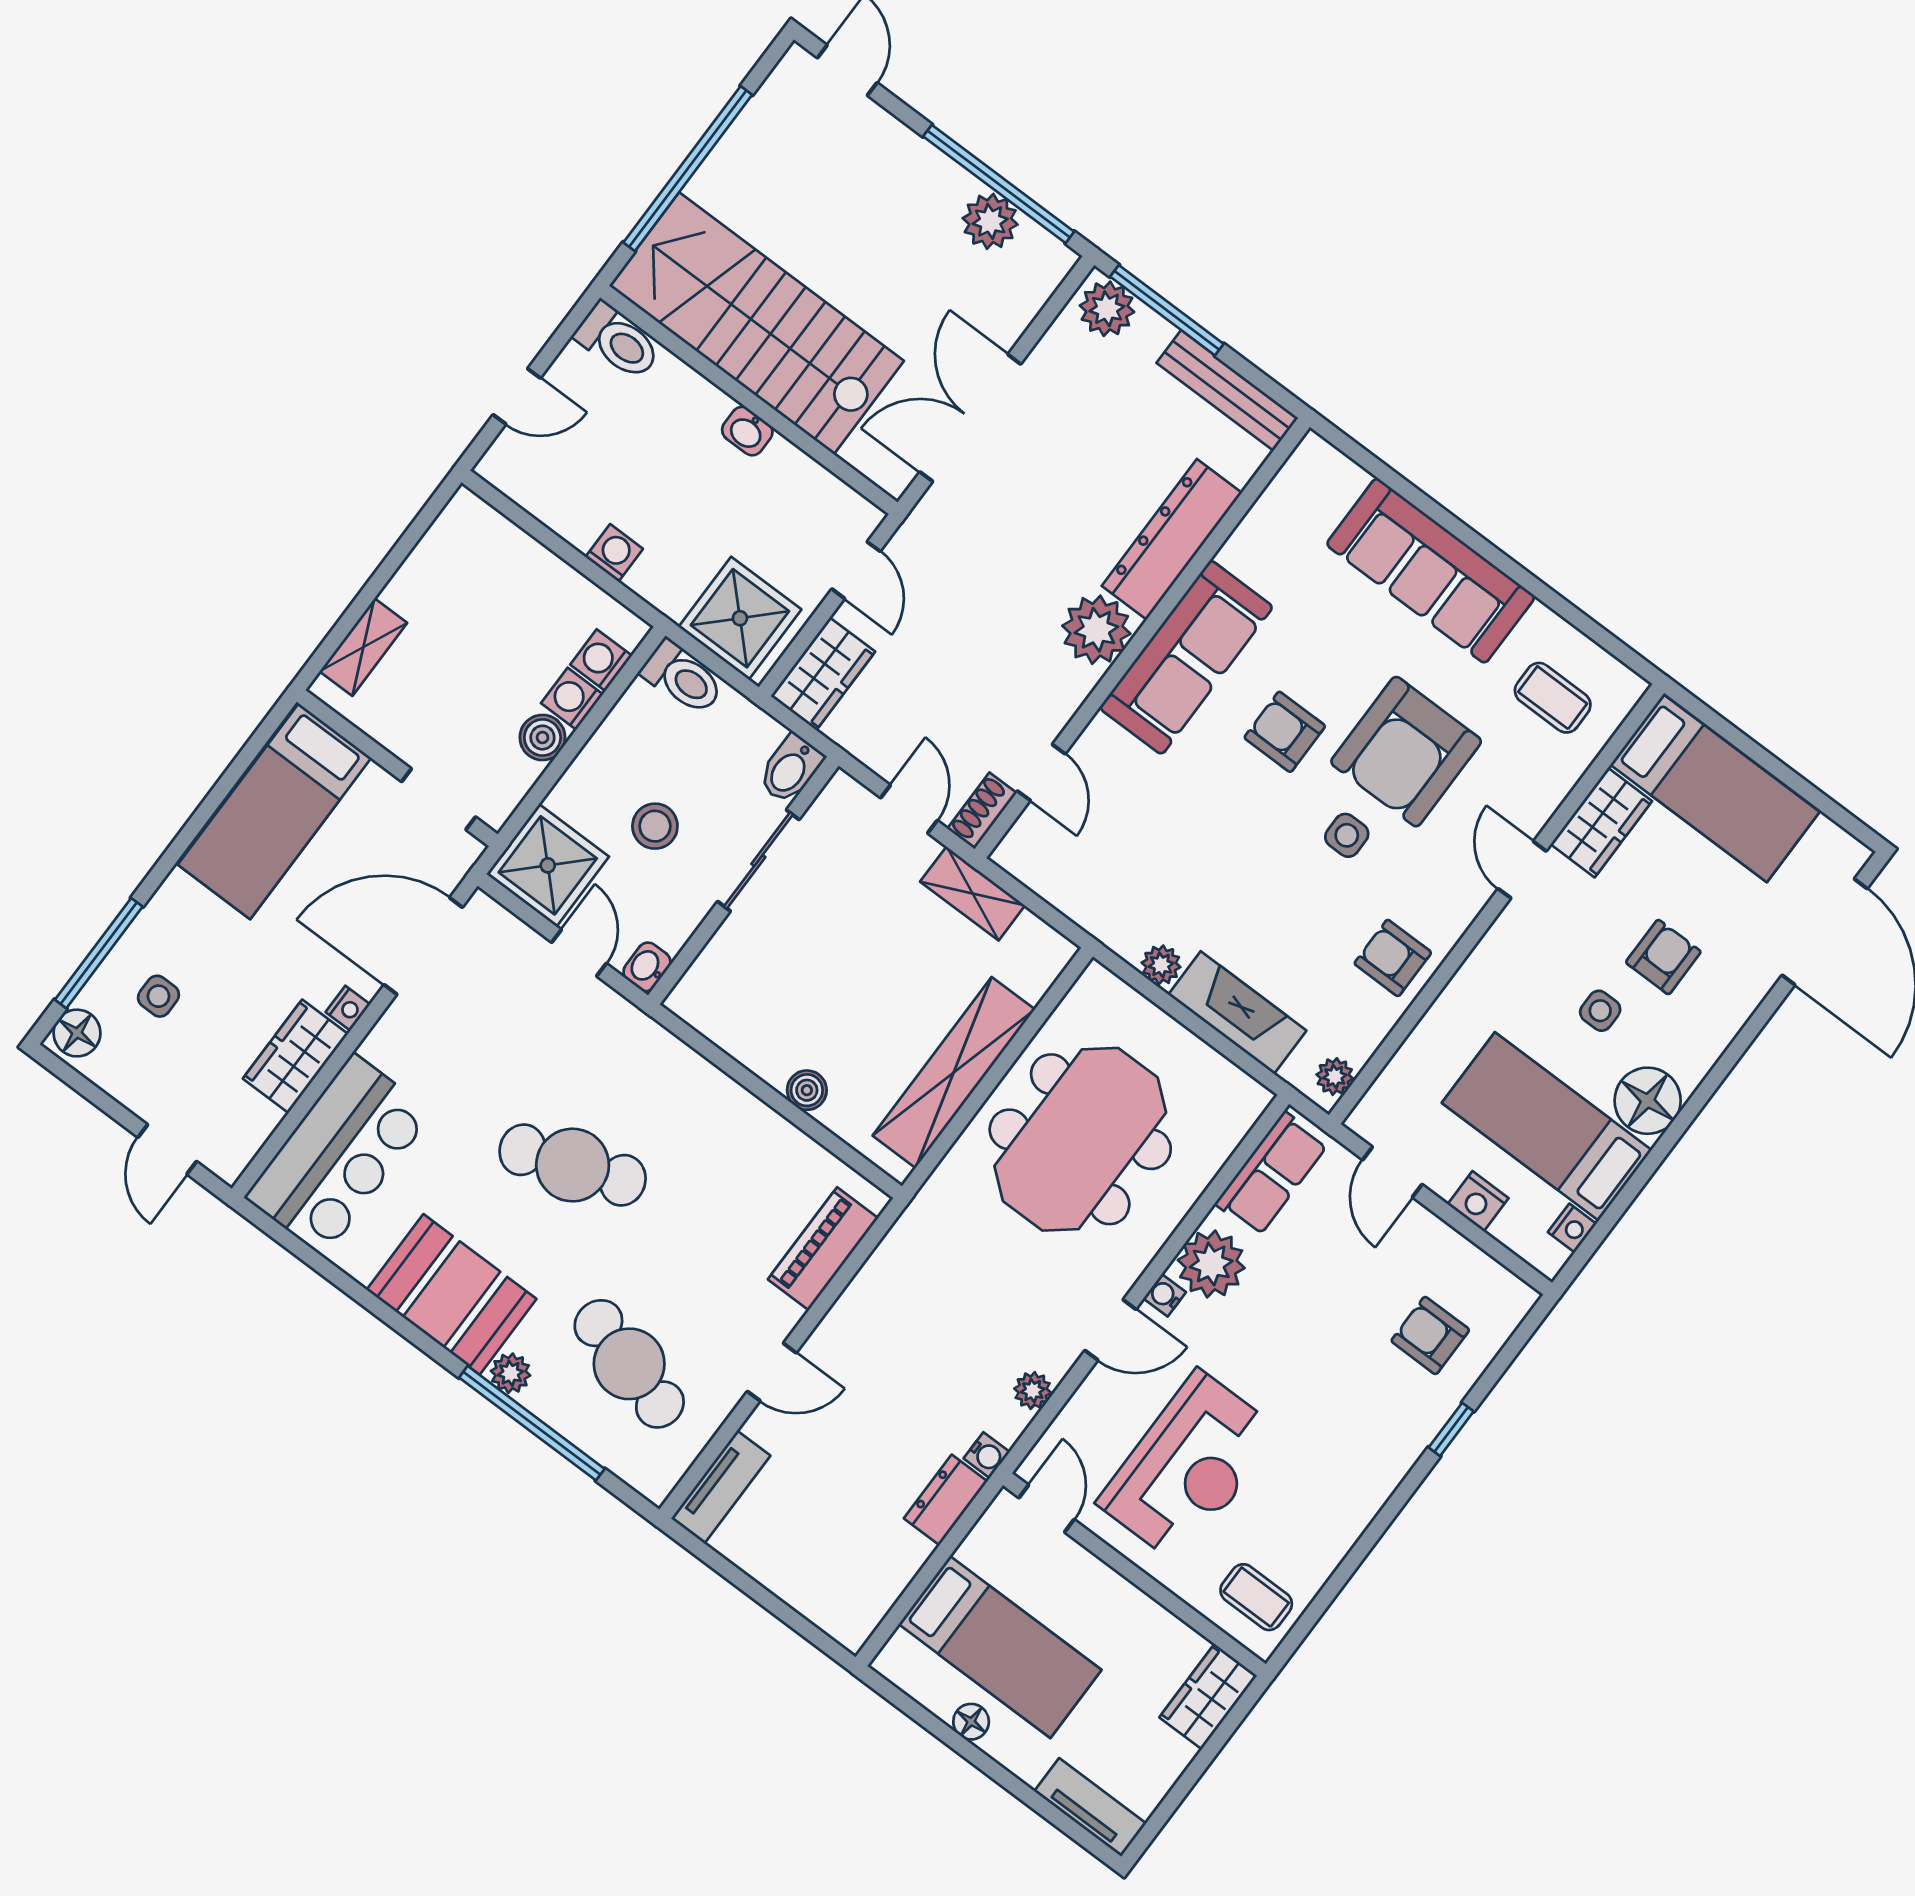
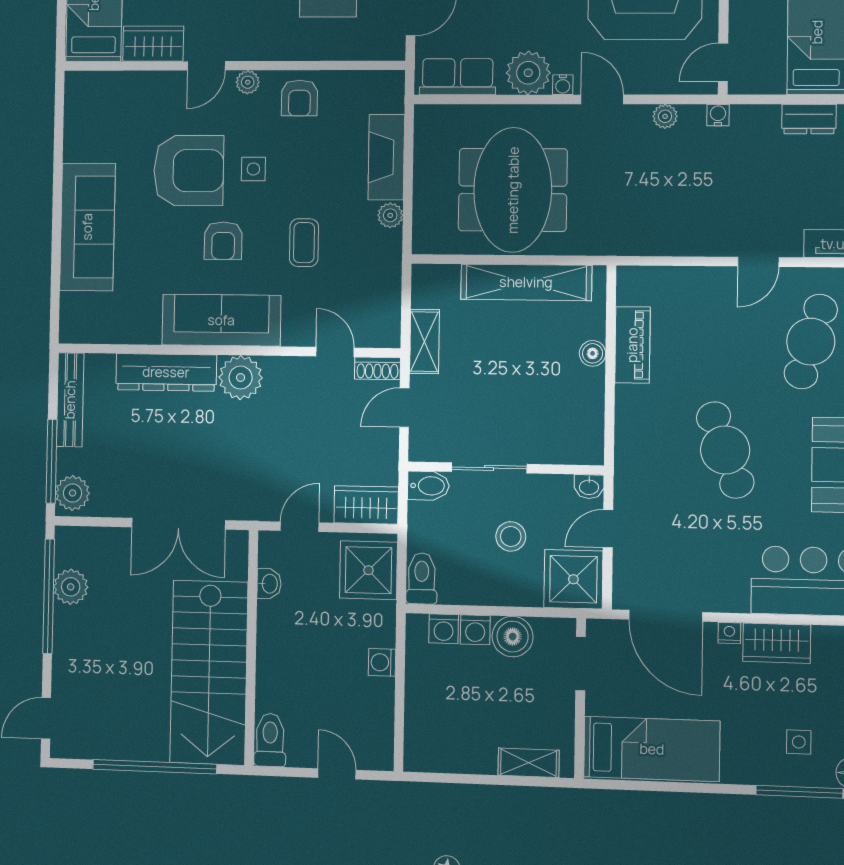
washbasin: (747, 431) -> (269, 584), moved
coffee table: (1553, 698) -> (304, 243), moved
boiler: (542, 738) -> (513, 637), width x1.36, depth x1.36
door: (1041, 772) -> (335, 352), hinge flipped
plant: (1335, 1077) -> (248, 82), moved
meeting table: (1080, 1139) -> (513, 190), turned 90
piano: (823, 1249) -> (632, 345), moved, turned -90
door: (772, 1372) -> (758, 262), swing flipped
dresser: (946, 1500) -> (809, 119), moved

